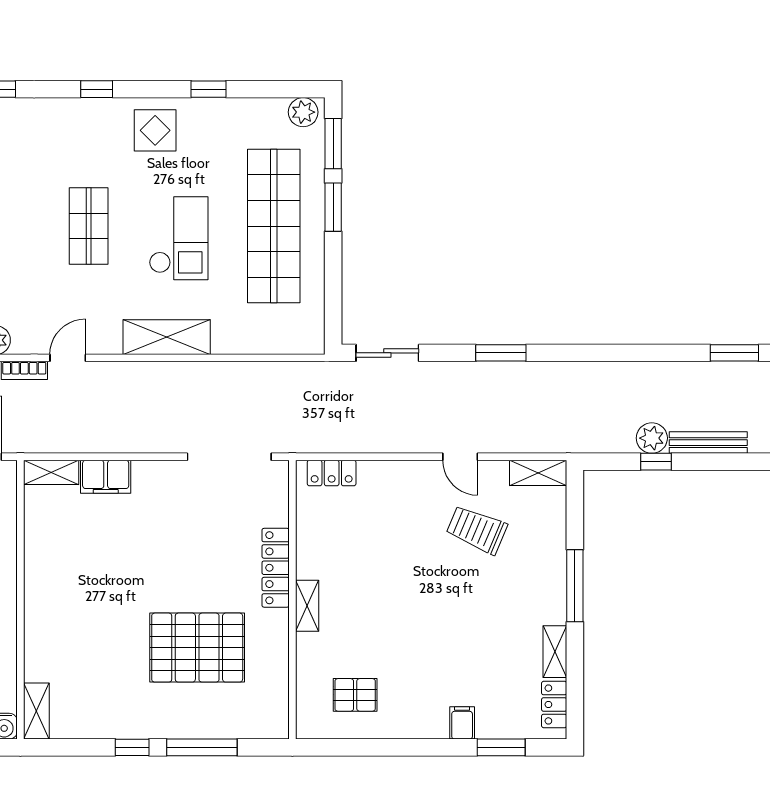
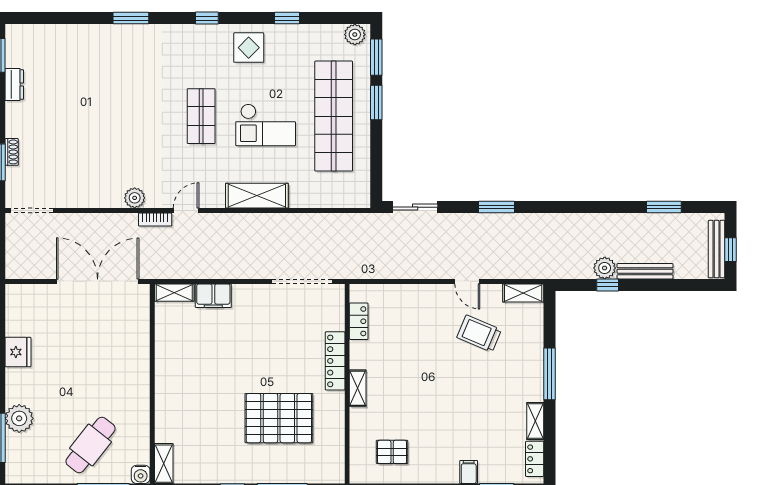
checkout: (179, 238) -> (266, 125), turned 90
locker: (332, 473) -> (359, 321), moved, turned -90

